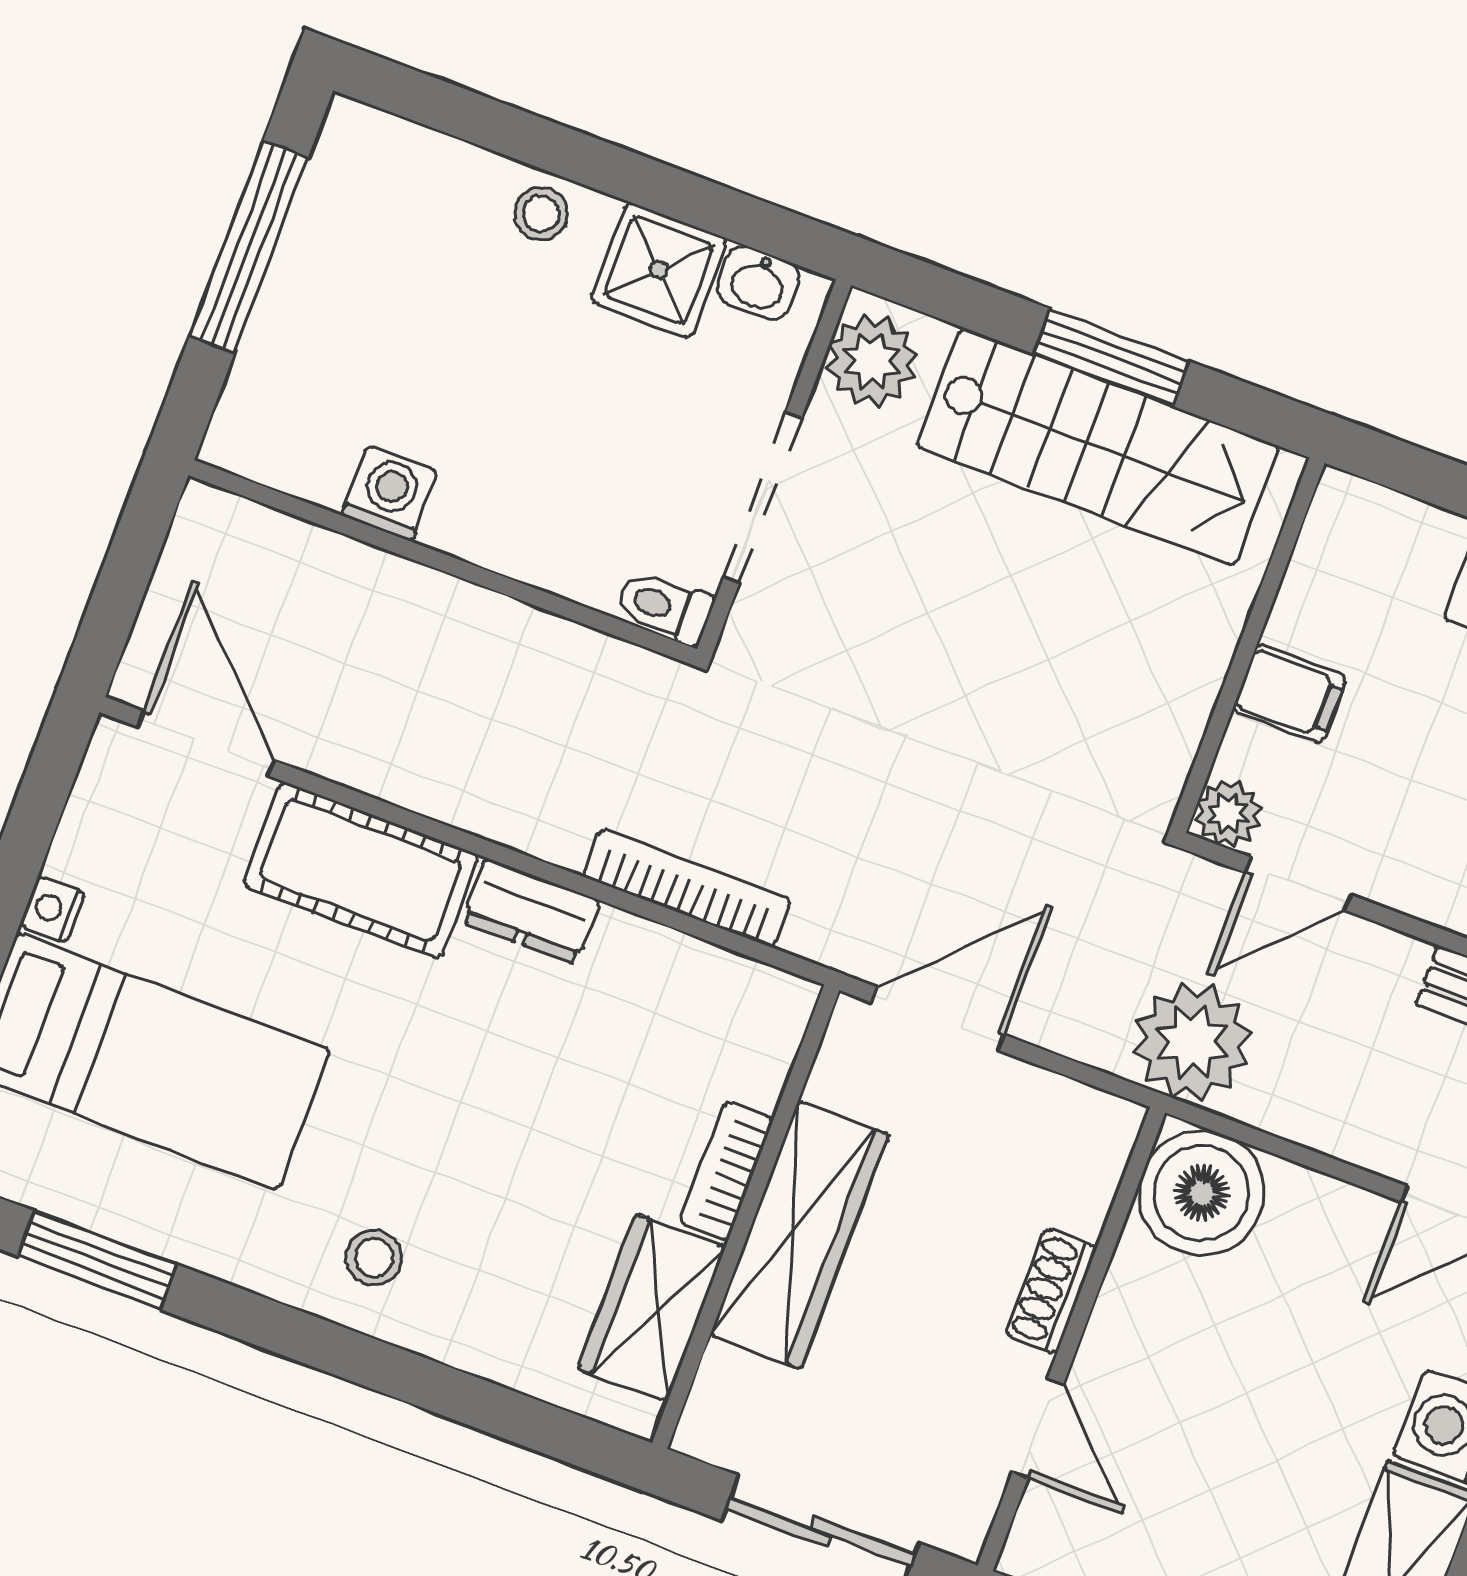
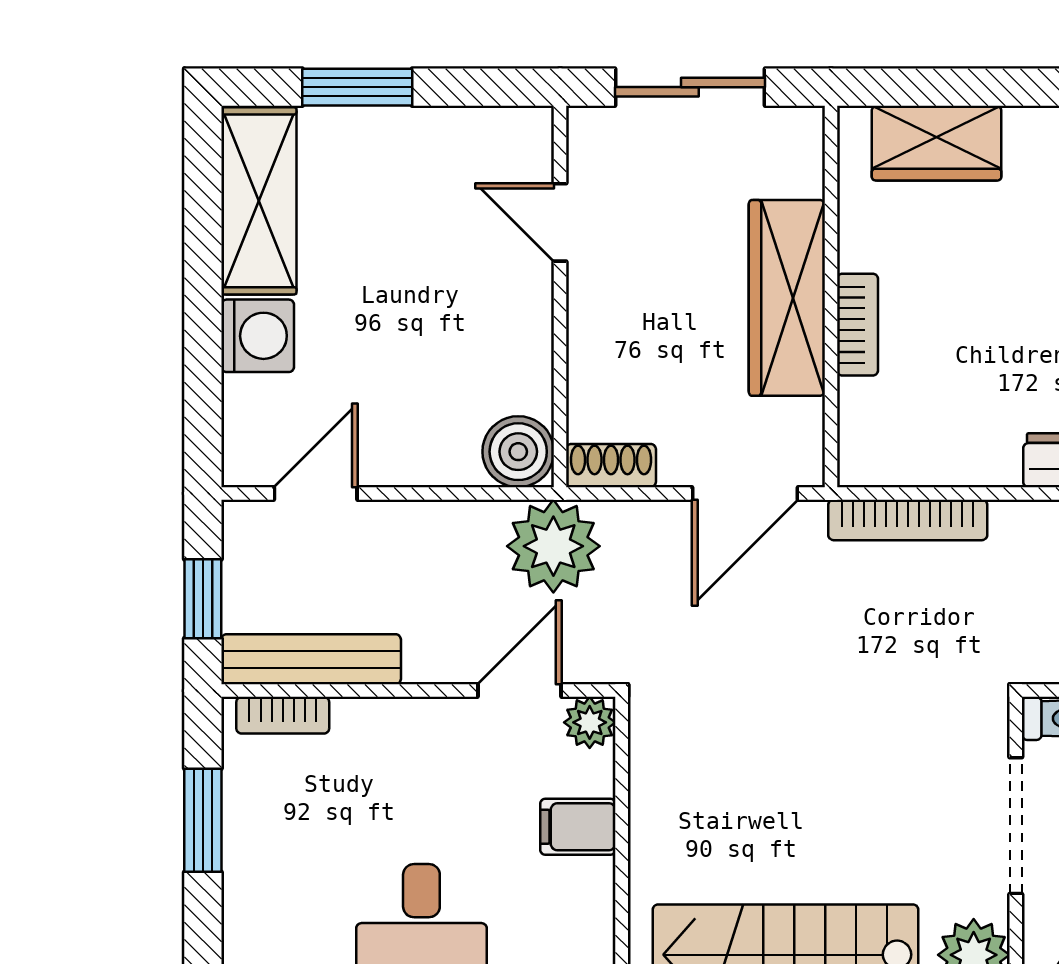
bookcase: (687, 888) -> (908, 520), moved
boiler: (1202, 1193) -> (518, 452), width x0.73, depth x0.73
shoe rack: (1051, 1291) -> (611, 466), moved, turned -90
wardrobe: (652, 1308) -> (937, 143), moved, turned 90

